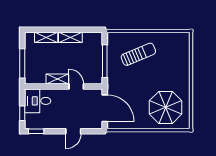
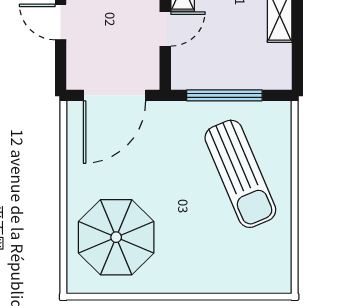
sun lounger: (138, 54) -> (240, 174), width x1.36, depth x1.34

